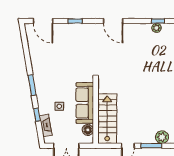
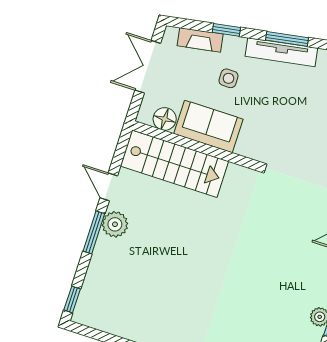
tv unit: (39, 86) -> (281, 52), added
sofa: (85, 103) -> (208, 127), width x0.73
plant: (162, 137) -> (115, 224), moved

